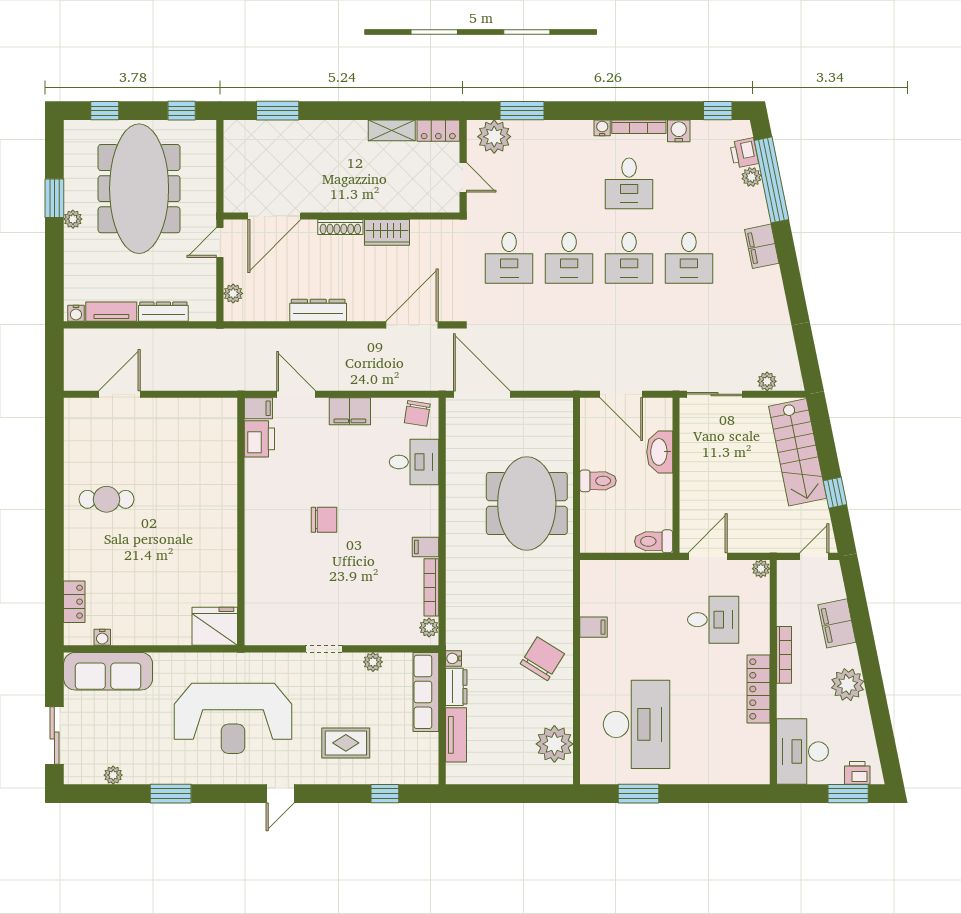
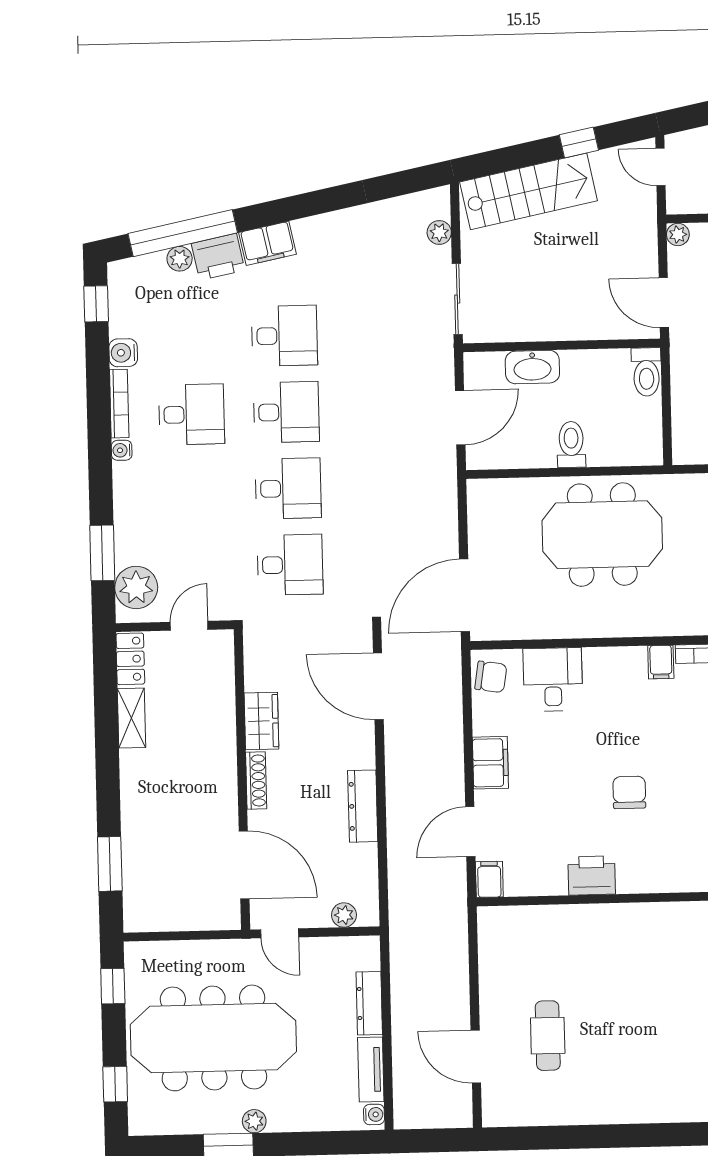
printer: (744, 153) -> (218, 257), moved, width x1.36, depth x1.24
printer: (259, 439) -> (592, 875), moved
cafe table: (106, 499) -> (548, 1036), moved

